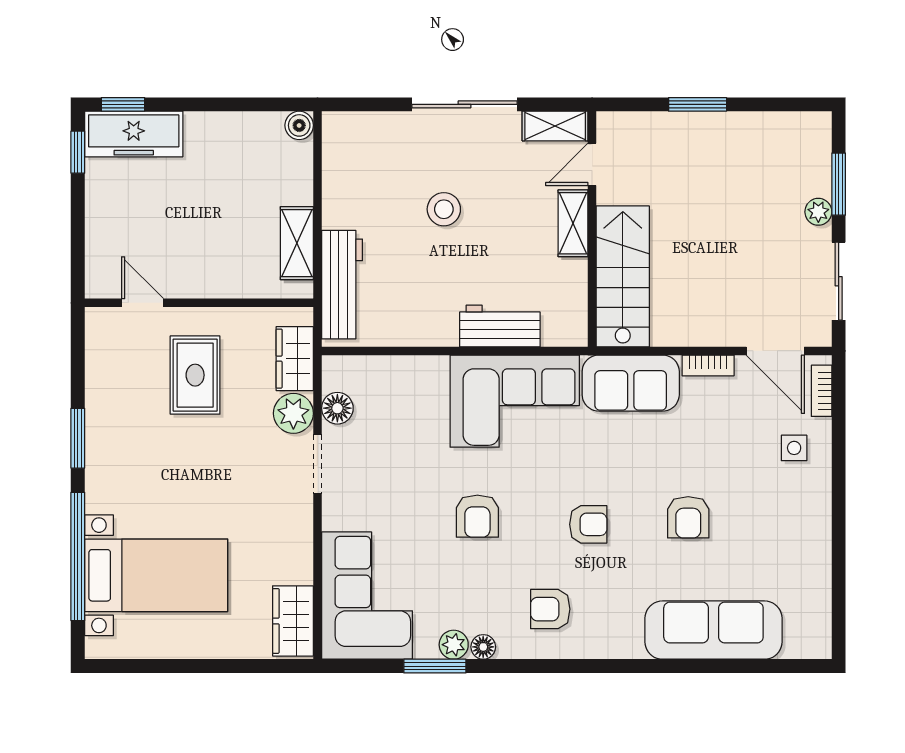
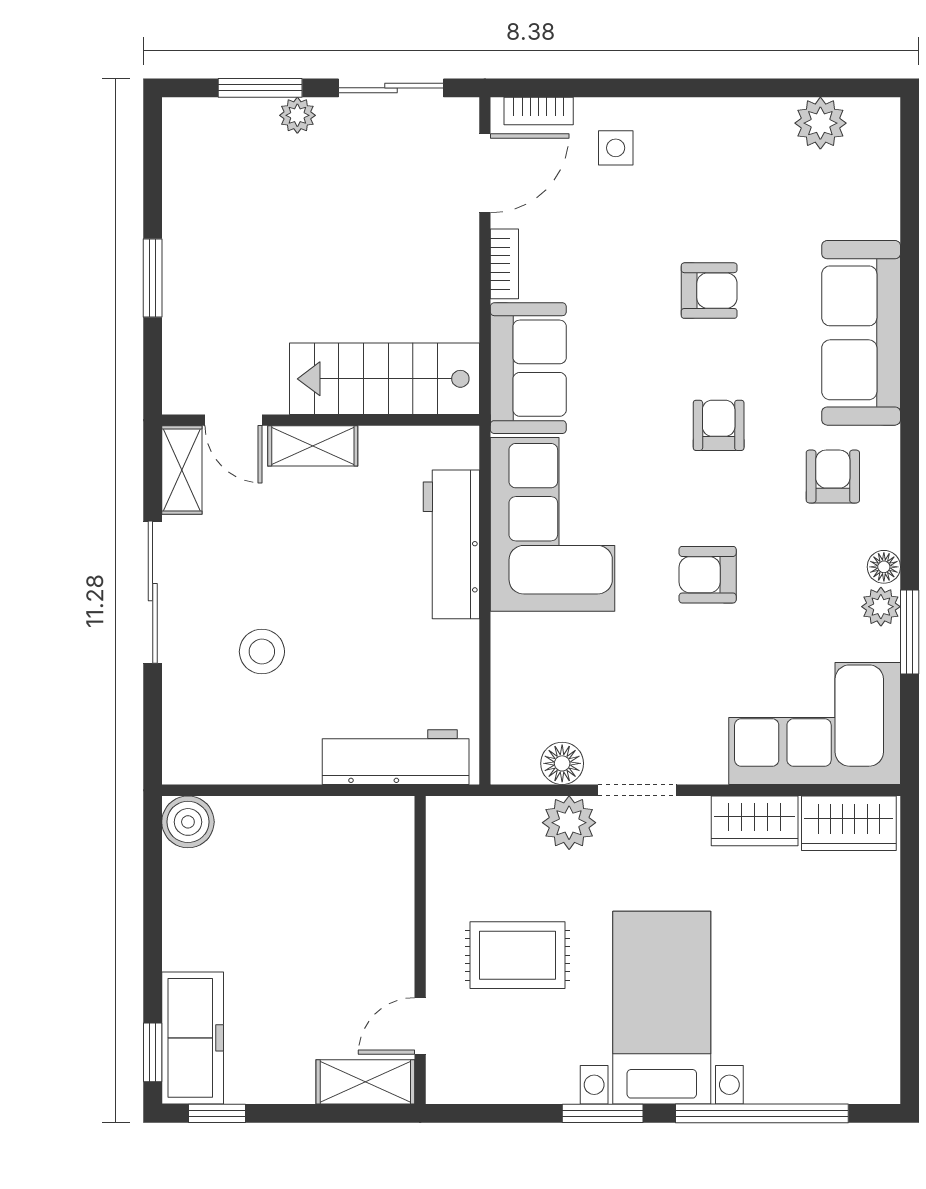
boiler: (299, 125) -> (188, 822), width x1.36, depth x1.36
stool: (444, 209) -> (262, 652), moved
shelving: (297, 243) -> (365, 1082), moved
workbench: (500, 326) -> (451, 544), width x1.38
wardrobe: (295, 359) -> (755, 821), moved
armchair: (477, 516) -> (708, 575), turned 180
bed with nightstands: (156, 575) -> (662, 1008), moved
plant: (812, 600) -> (820, 123), added
armchair: (550, 609) -> (833, 477), turned 180
sofa: (713, 630) -> (861, 333), moved

